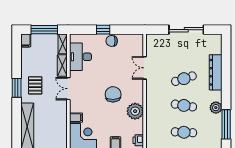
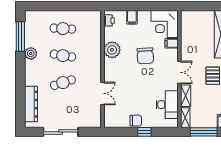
dresser: (216, 72) -> (31, 104), moved
chair: (113, 94) -> (145, 56), moved

